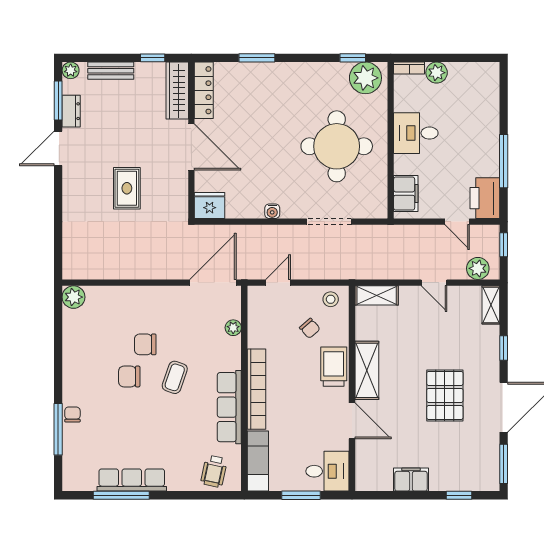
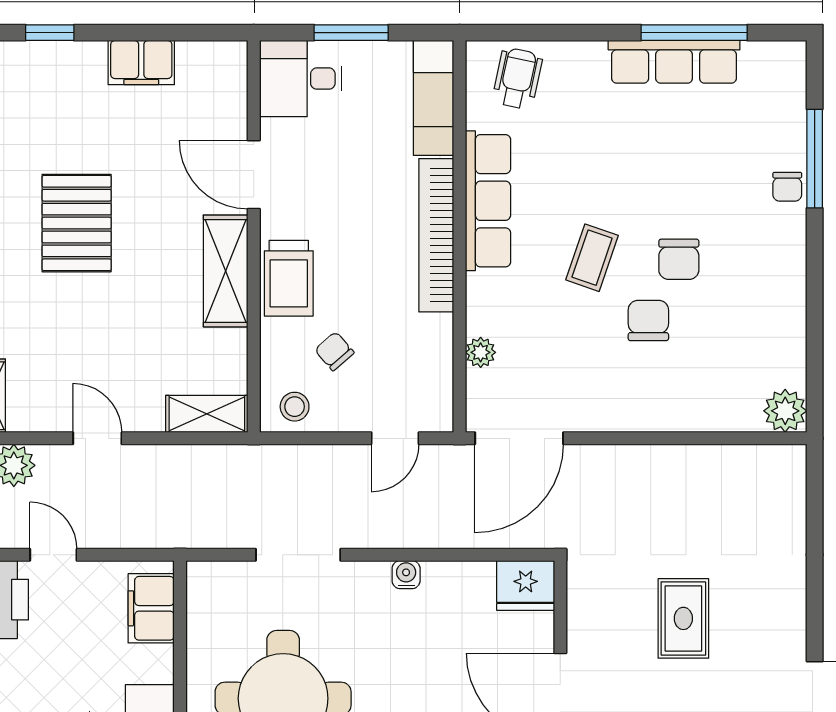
chair: (145, 344) -> (648, 321), turned -90
chair: (129, 376) -> (679, 259), turned 90

